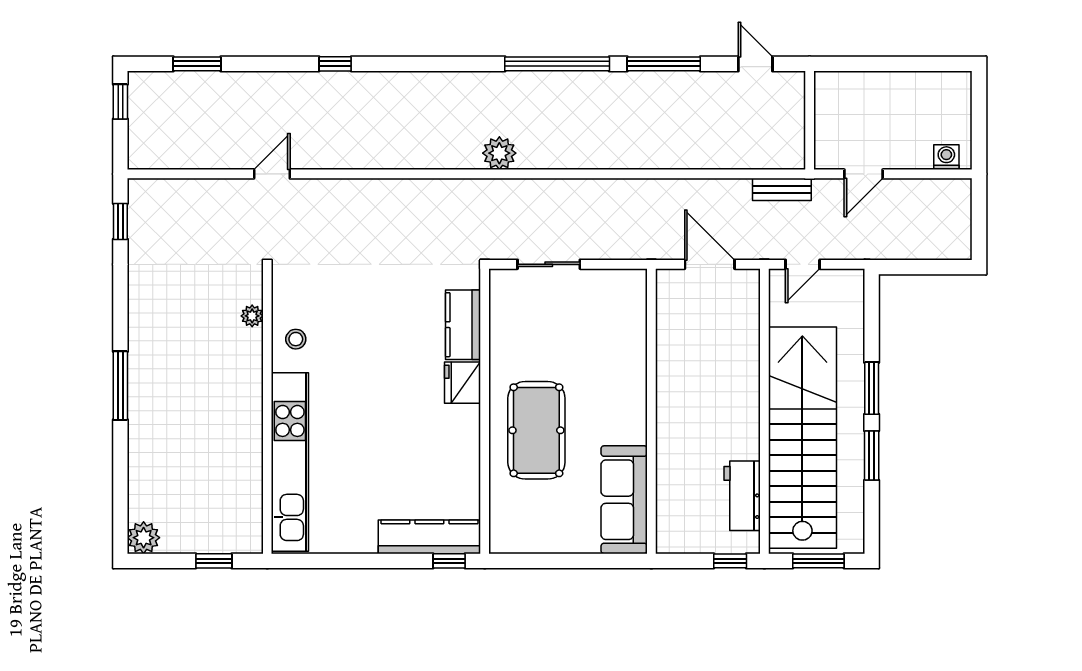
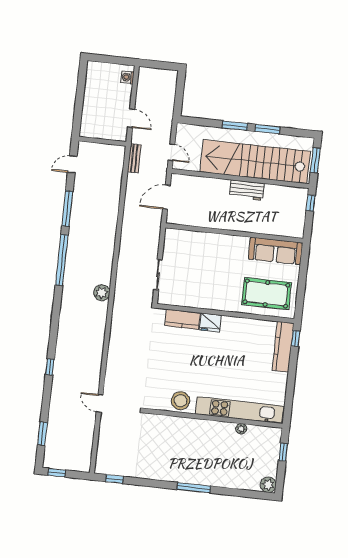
plant: (252, 316) -> (241, 429), moved
stool: (296, 339) -> (181, 401), width x1.89, depth x1.89
pool table: (536, 430) -> (266, 294), moved
workbench: (742, 496) -> (247, 190), moved

